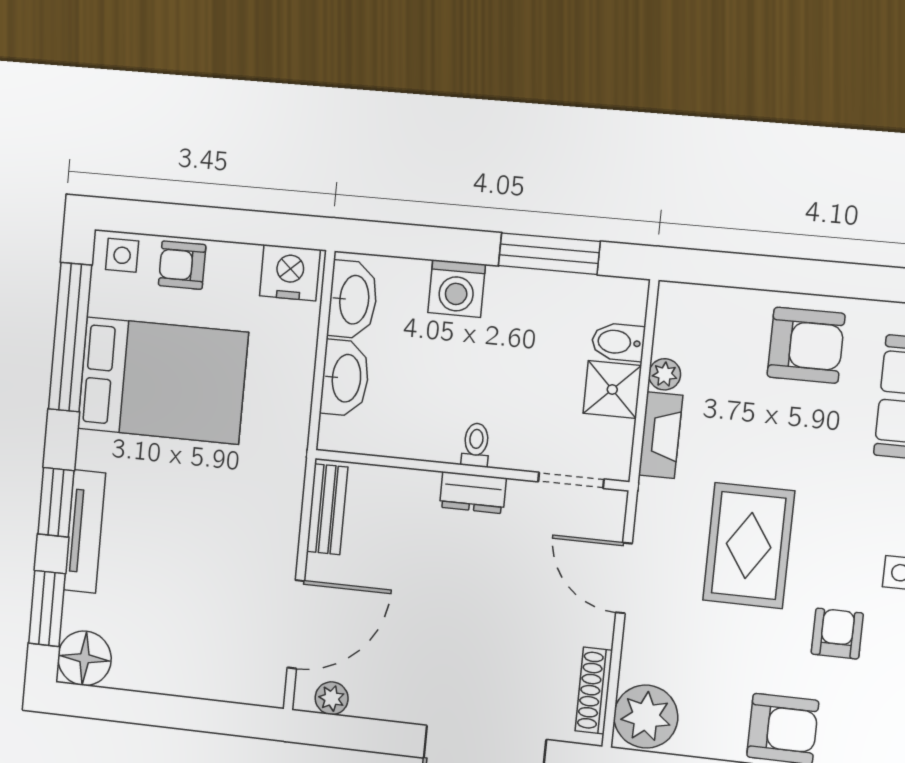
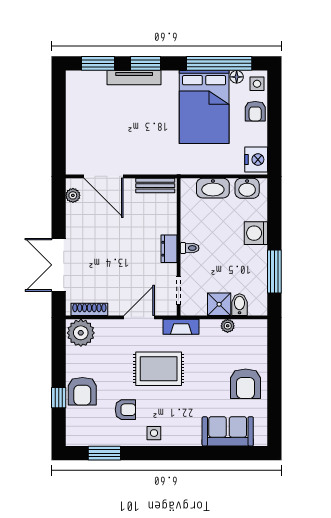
armchair: (182, 265) -> (255, 111), turned 180
washbasin: (353, 300) -> (247, 188), width x0.72
fireplace: (661, 435) -> (181, 327), moved
floor lamp: (84, 658) -> (237, 77), moved, width x0.53, depth x0.53

